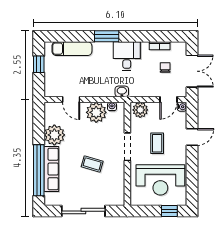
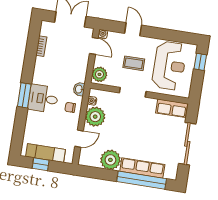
exam couch: (72, 49) -> (45, 153), moved, turned -90
desk: (127, 56) -> (43, 99), moved
chair: (165, 67) -> (70, 107), moved
coffee table: (92, 164) -> (144, 128), removed
row of seats: (117, 189) -> (172, 108), added

